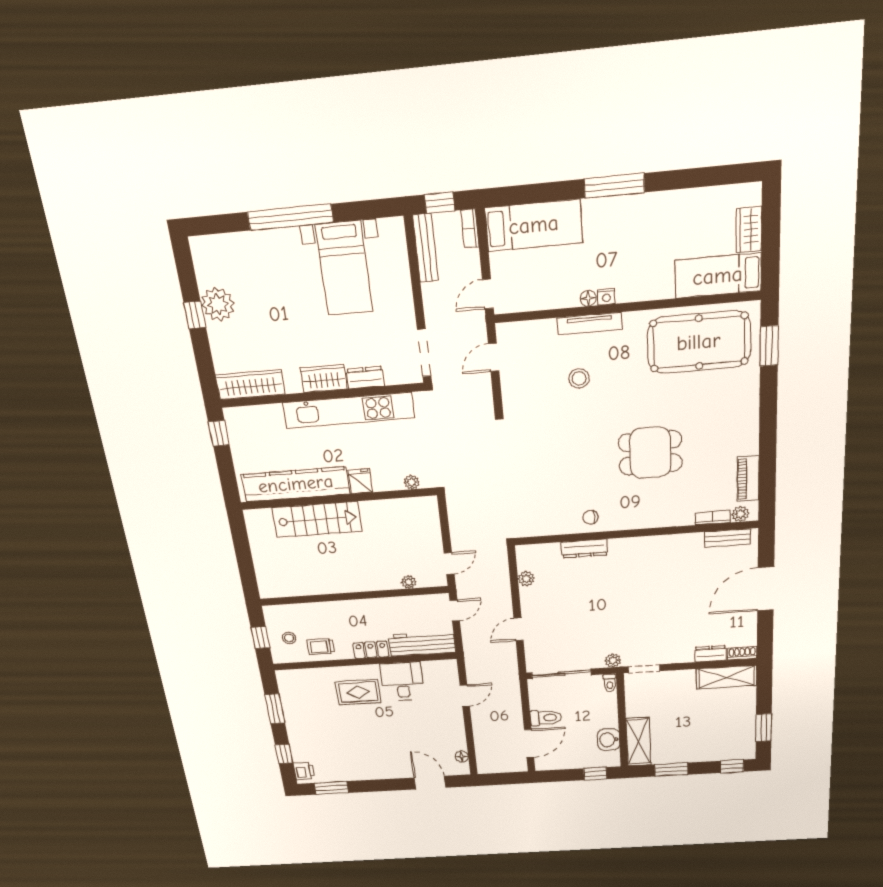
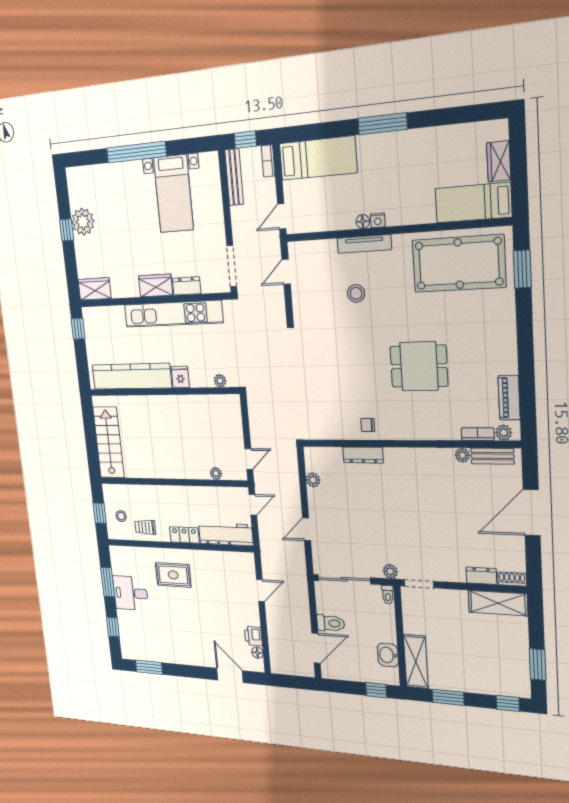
wardrobe: (250, 385) -> (95, 289), width x0.67
stairs: (317, 520) -> (109, 442), moved, turned -90
plant: (695, 540) -> (462, 455), added
desk: (402, 681) -> (131, 593), moved, turned -90
printer: (304, 771) -> (253, 636), moved, turned 180

